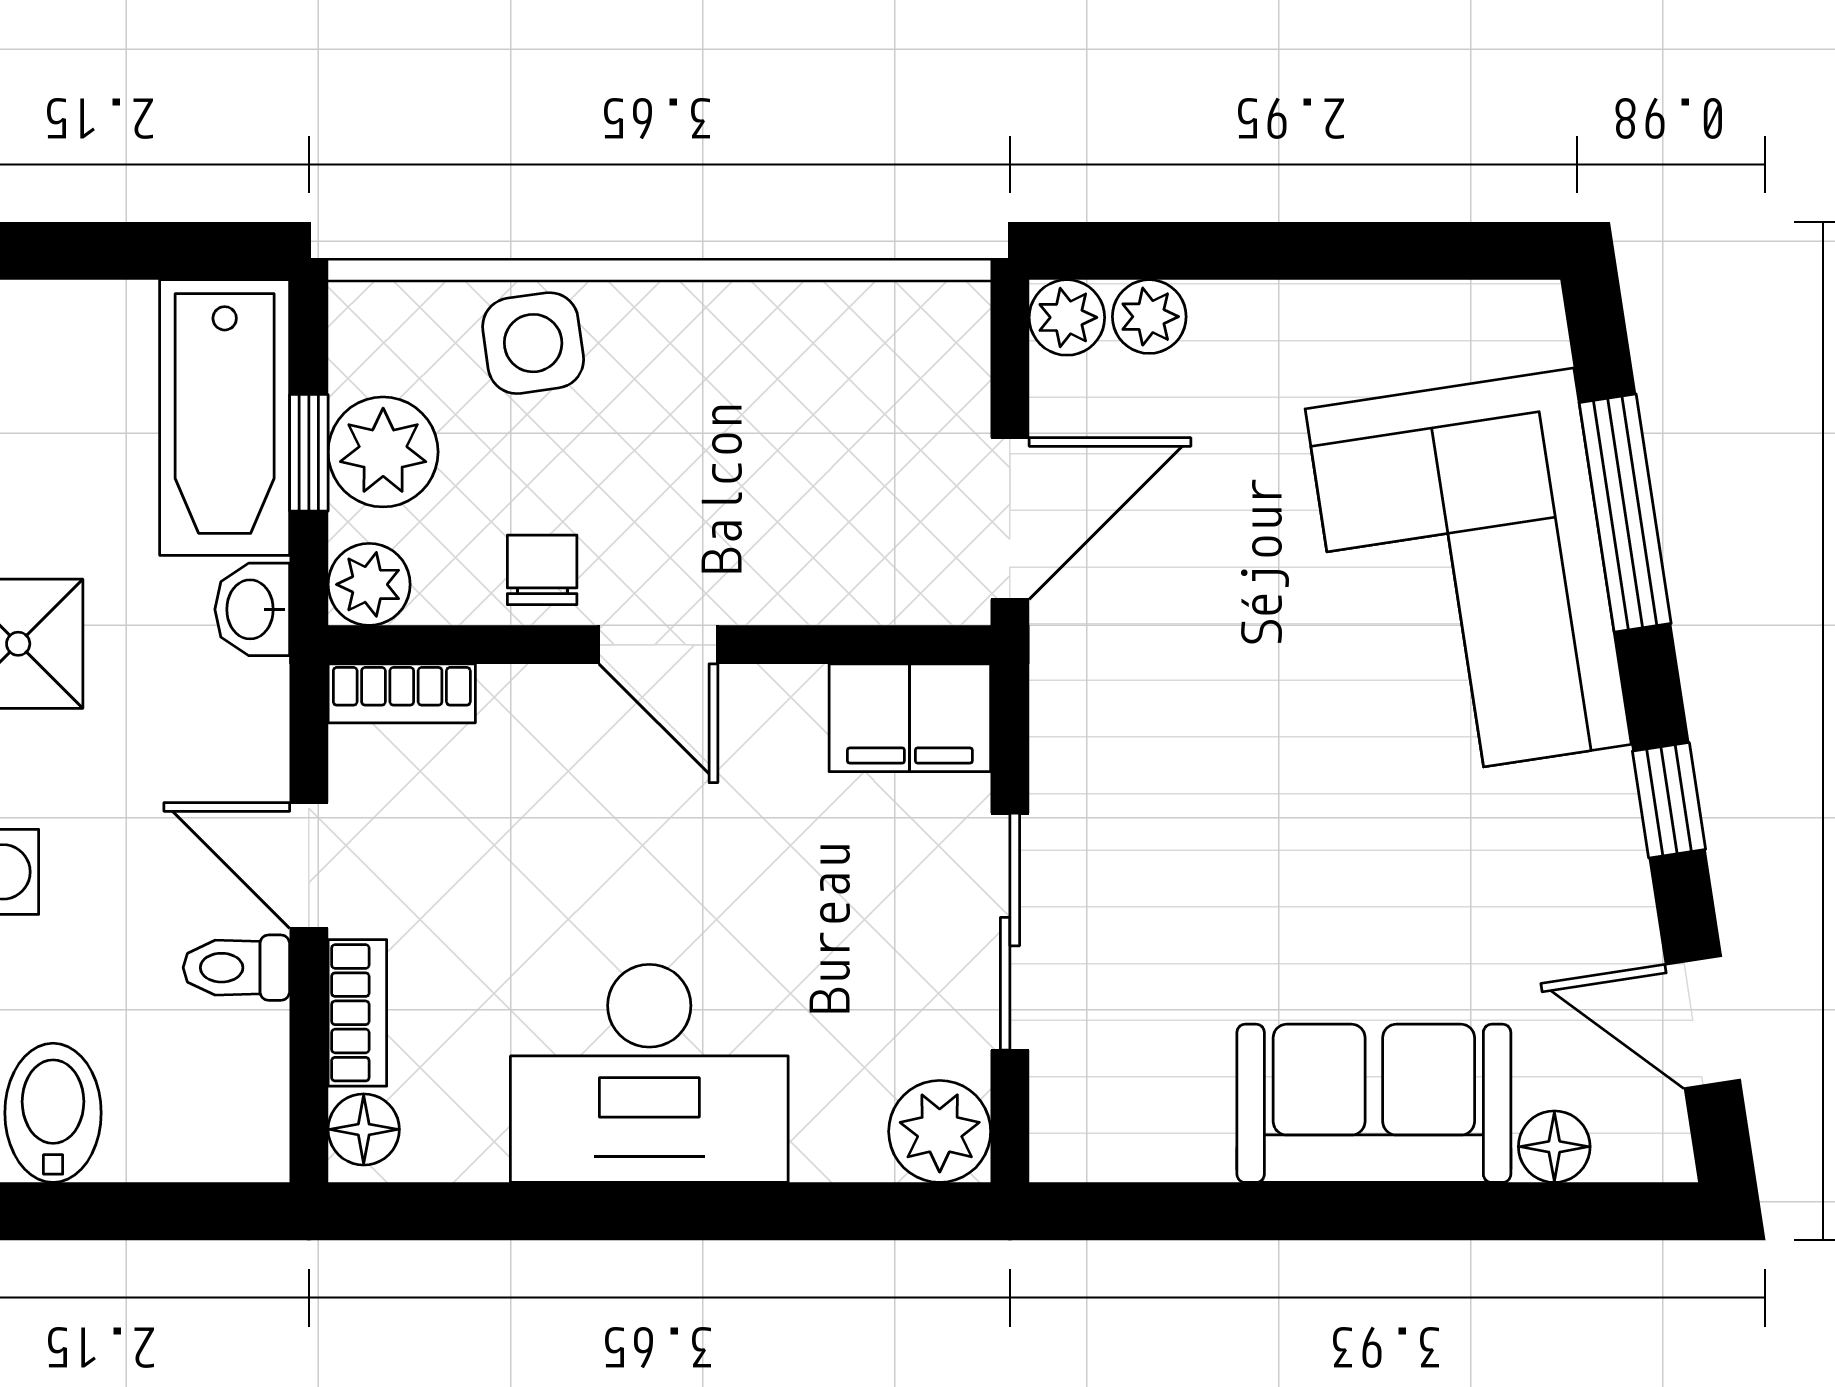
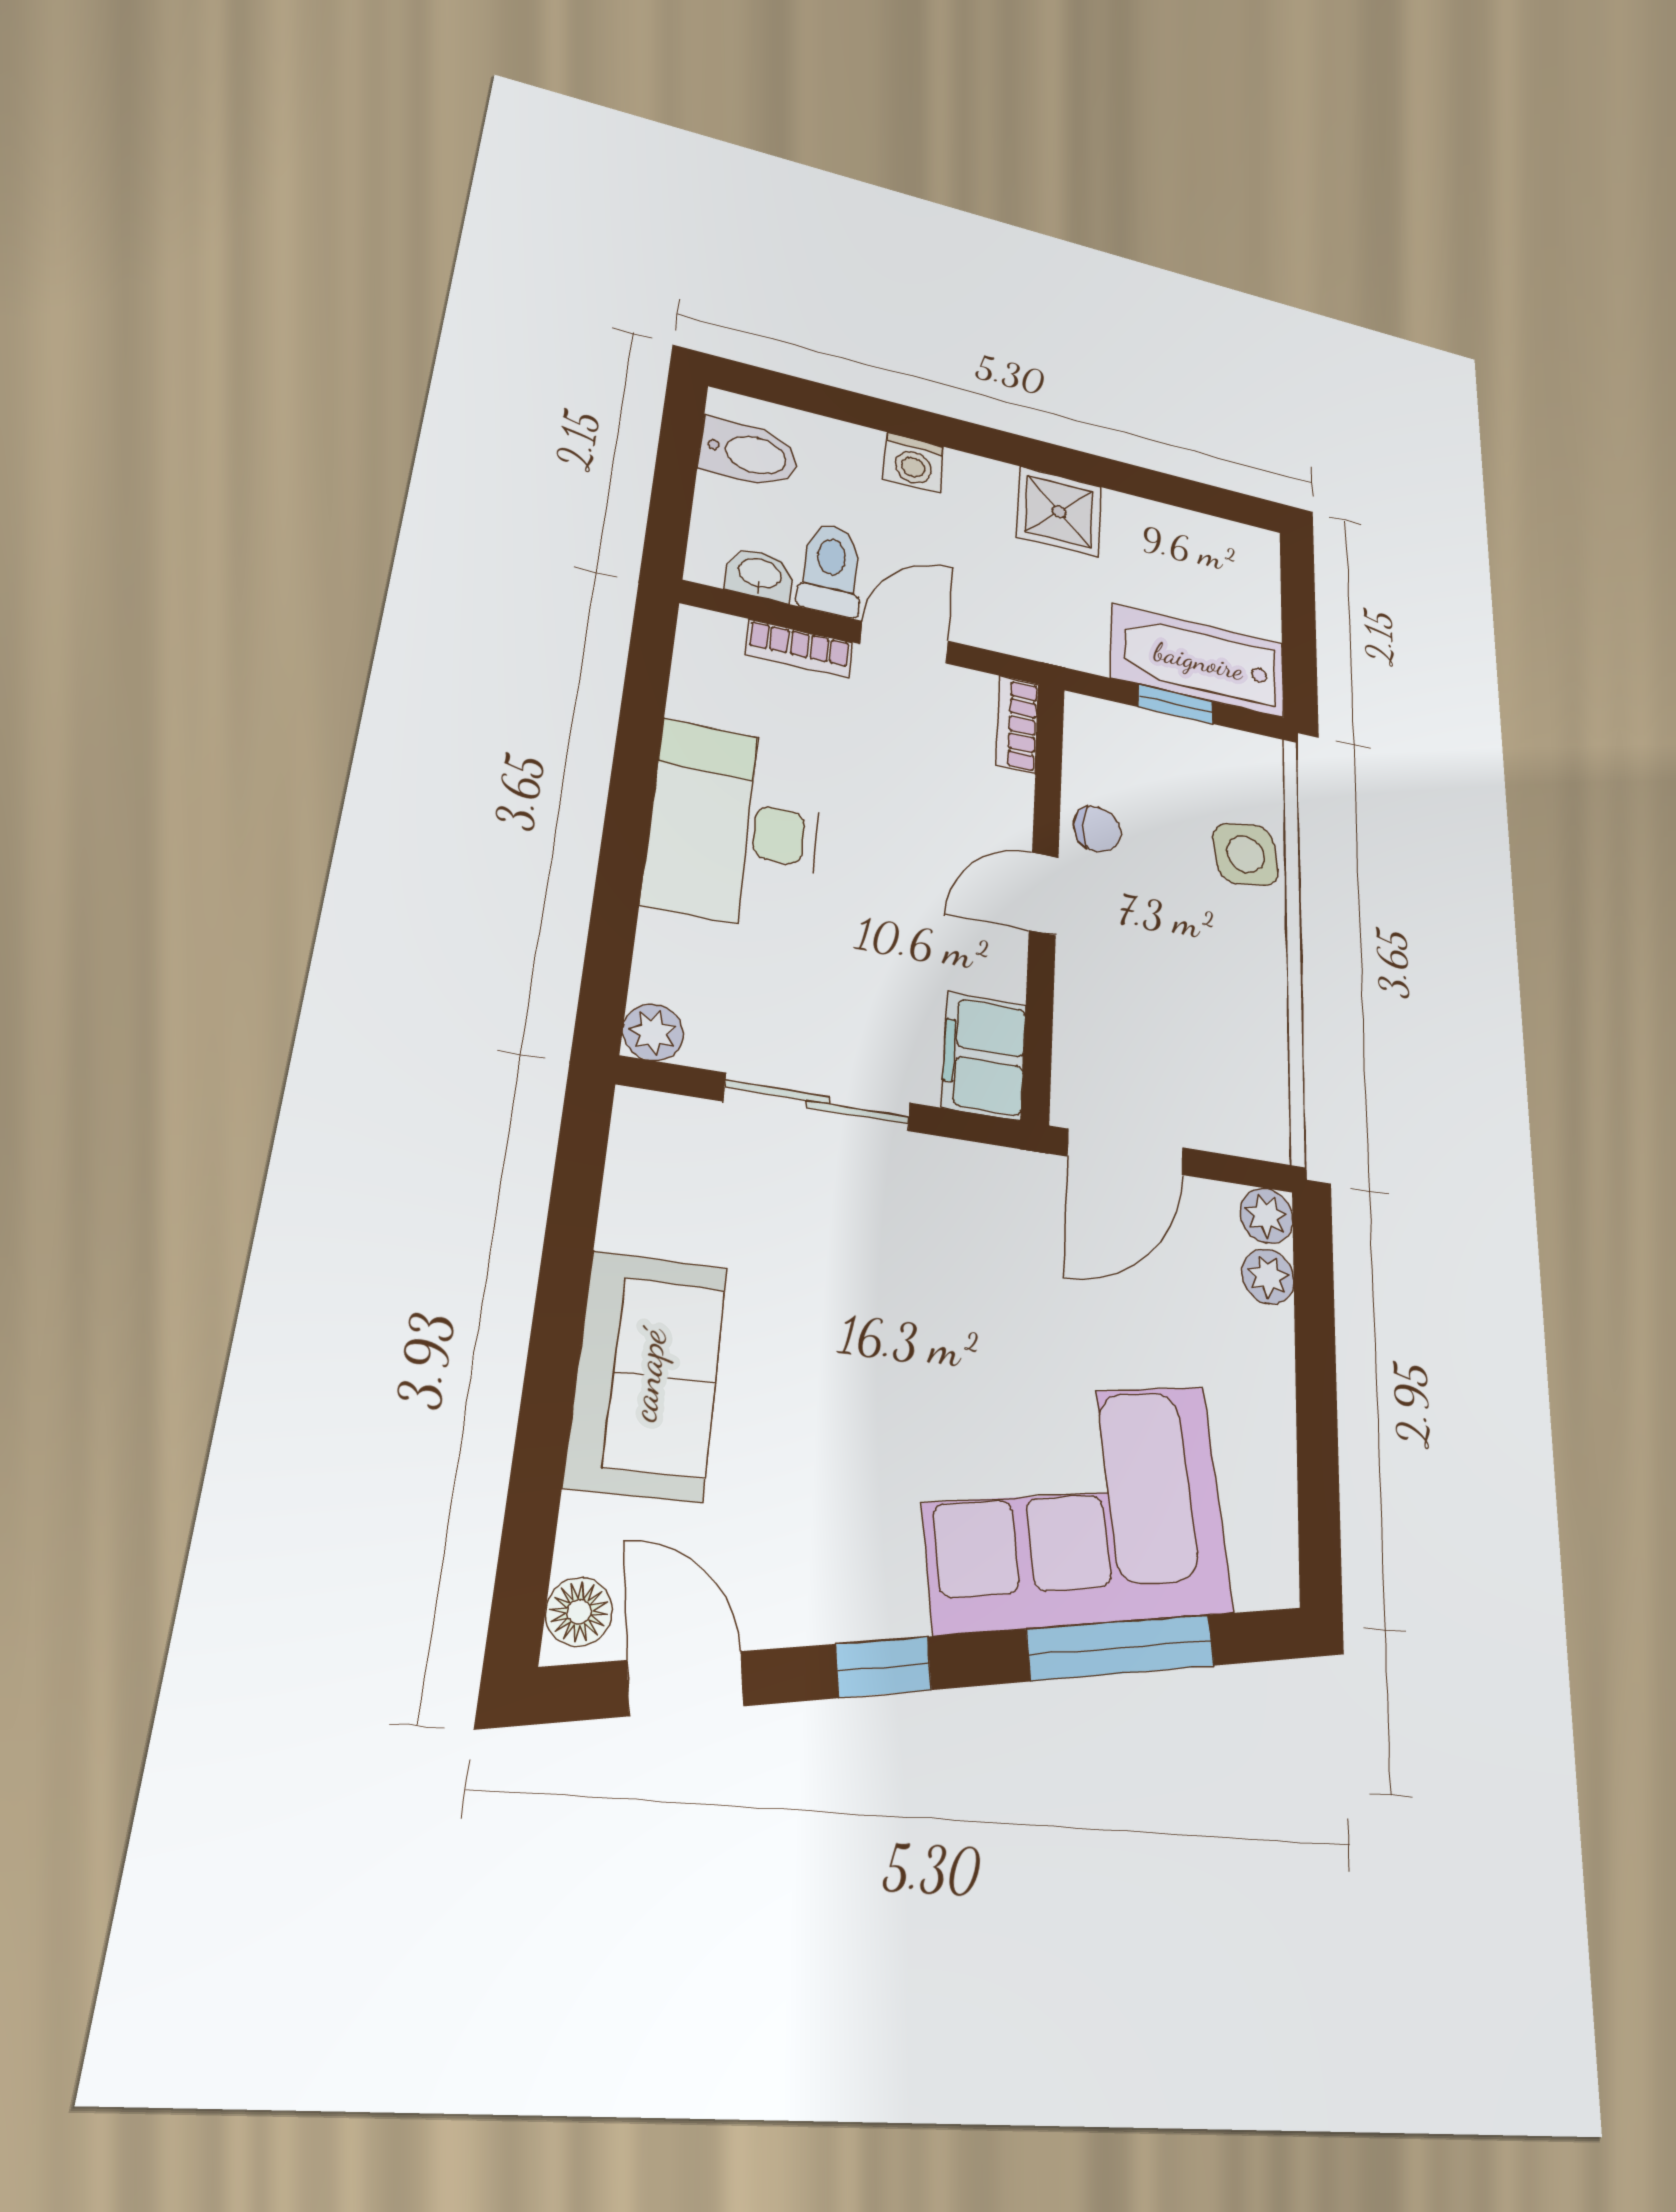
plant: (383, 452) -> (1176, 748), removed
door: (1010, 519) -> (1126, 1152), hinge flipped
plant: (369, 584) -> (1090, 721), removed
washbasin: (252, 609) -> (760, 574), moved
toilet: (236, 968) -> (831, 569), width x1.37, depth x1.39
door: (1703, 1022) -> (686, 1683), hinge flipped
floor lamp: (364, 1129) -> (715, 634), removed
plant: (940, 1131) -> (653, 1032), width x0.73, depth x0.73
floor lamp: (1554, 1147) -> (579, 1612), moved

